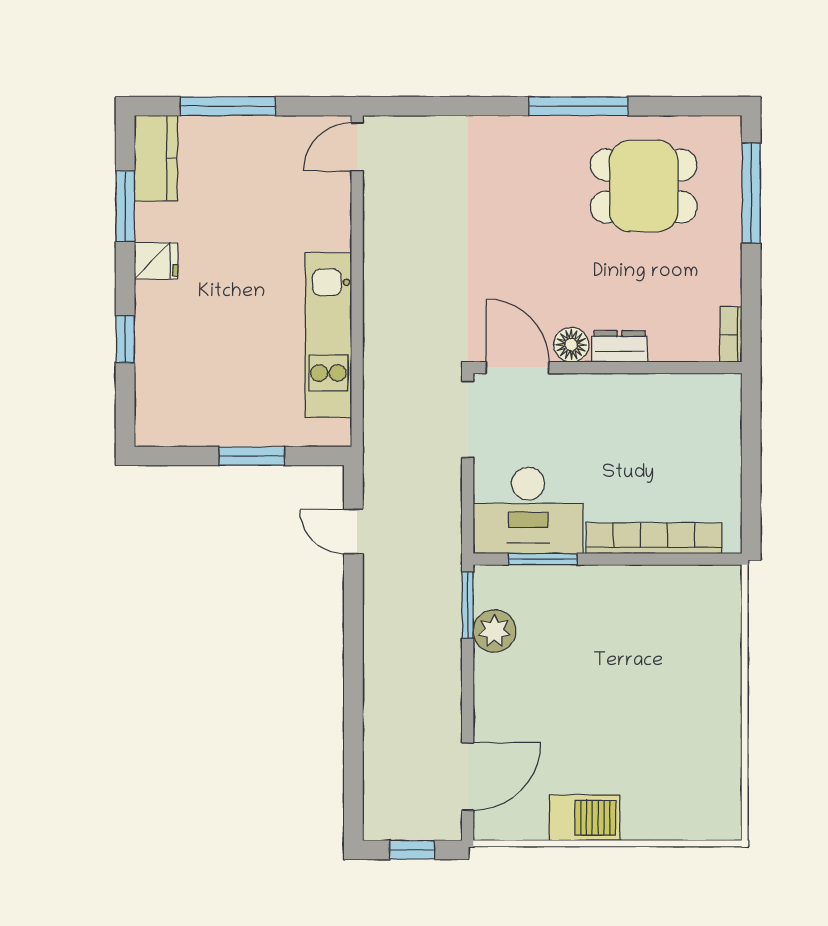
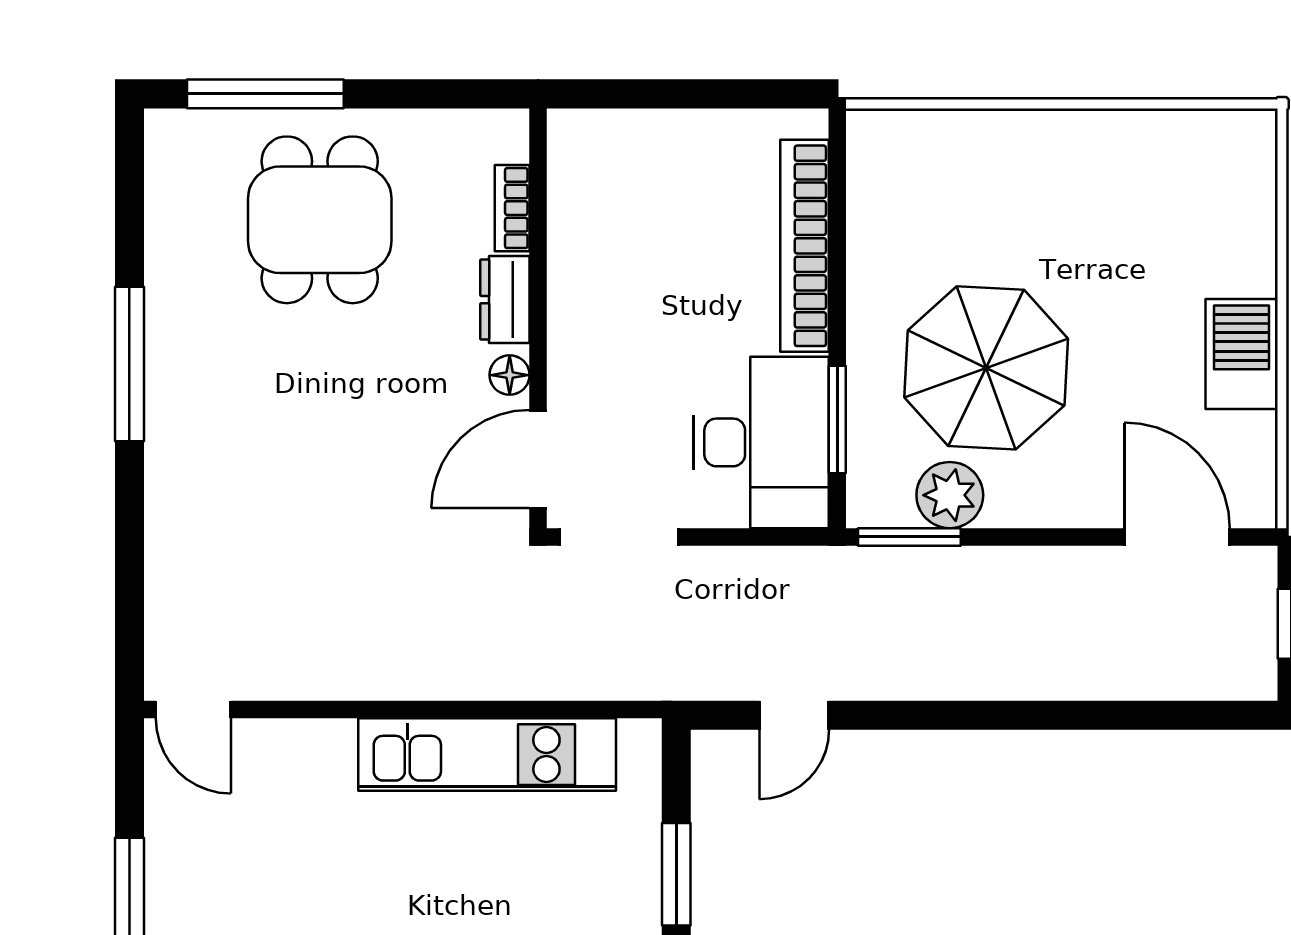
dining table: (644, 186) -> (320, 220), moved
bookcase: (731, 334) -> (512, 208), moved, turned 90
floor lamp: (571, 345) -> (510, 375), width x0.73, depth x0.73
parasol: (576, 654) -> (986, 368), added

